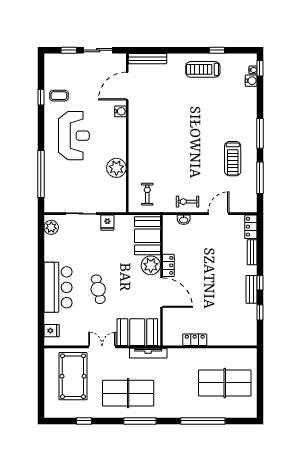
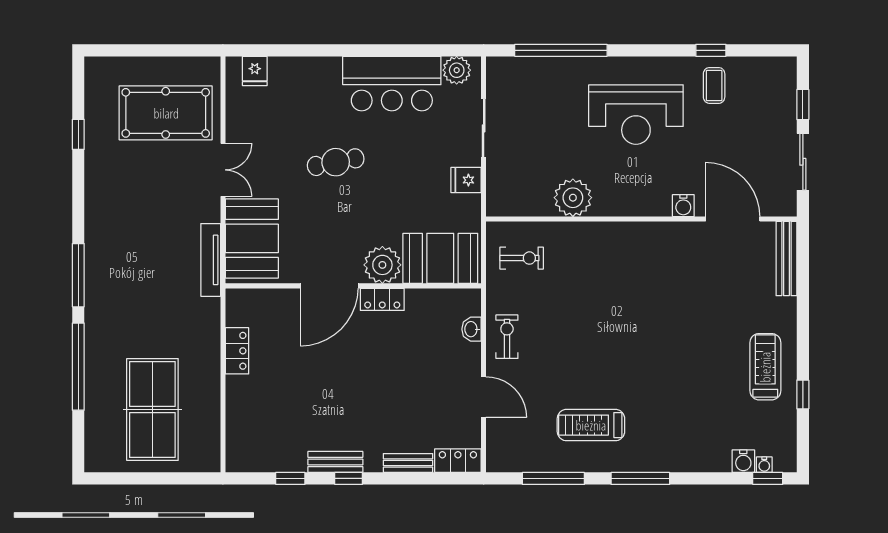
bar counter: (58, 287) -> (392, 84), moved
table tennis table: (128, 393) -> (133, 221), removed
window: (140, 421) -> (78, 275), moved

